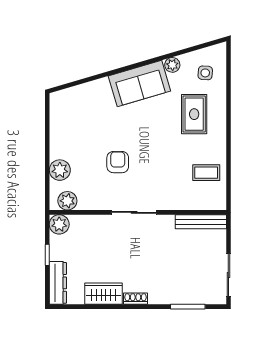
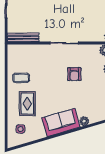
plant: (172, 65) -> (84, 121), moved
coffee table: (206, 173) -> (21, 78), moved

